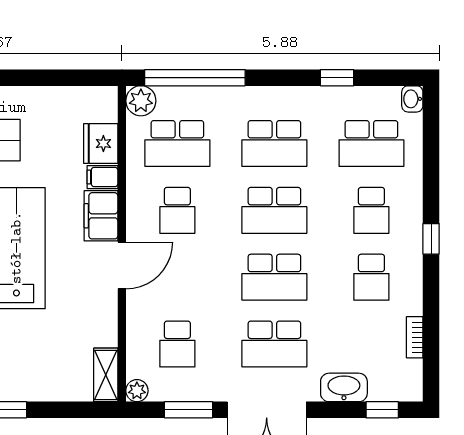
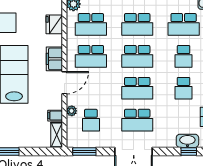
filing cabinet: (102, 177) -> (55, 116), moved
school desk: (177, 210) -> (91, 56), width x1.85
washbasin: (344, 387) -> (187, 141), moved
plant: (137, 391) -> (72, 111), moved
window: (188, 410) -> (84, 152), moved

